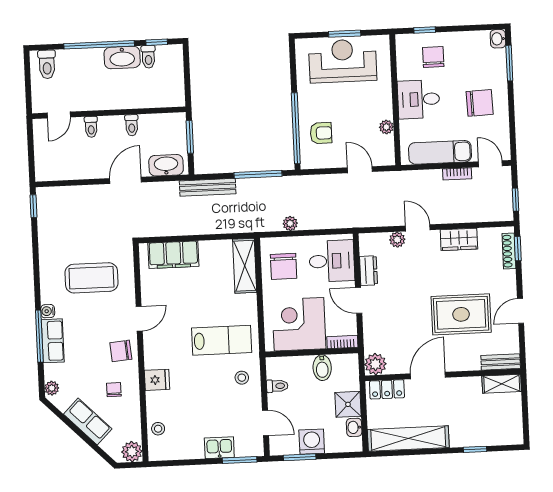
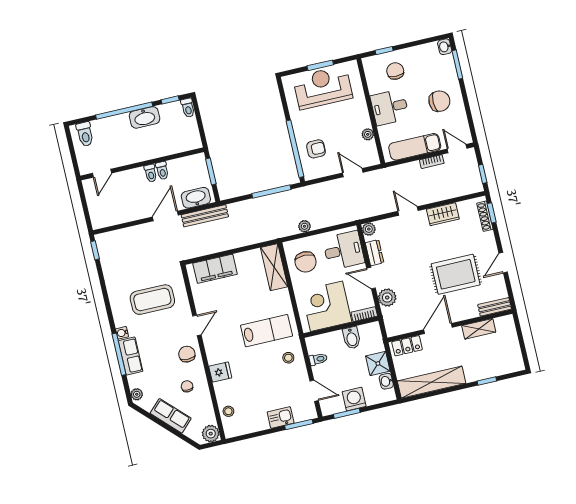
toilet: (148, 57) -> (188, 108), moved
toilet: (91, 127) -> (151, 173), moved
bench: (208, 187) -> (205, 216), moved
plant: (397, 240) -> (369, 229), moved
chair: (121, 351) -> (187, 354), turned 95
plant: (375, 364) -> (387, 298), moved
shelving: (502, 384) -> (479, 329), moved

